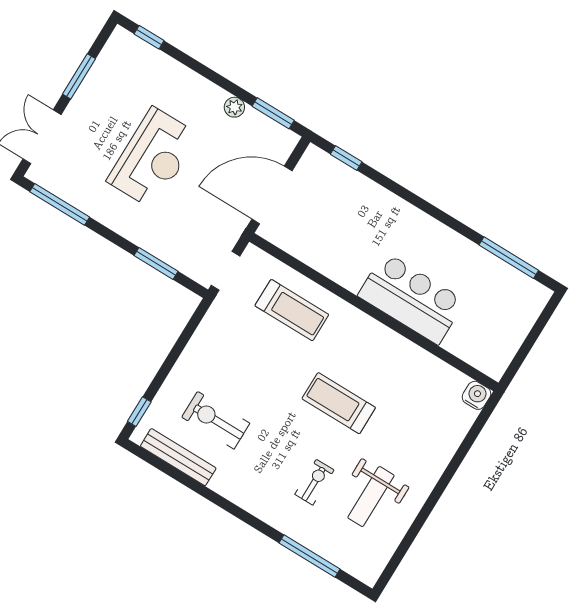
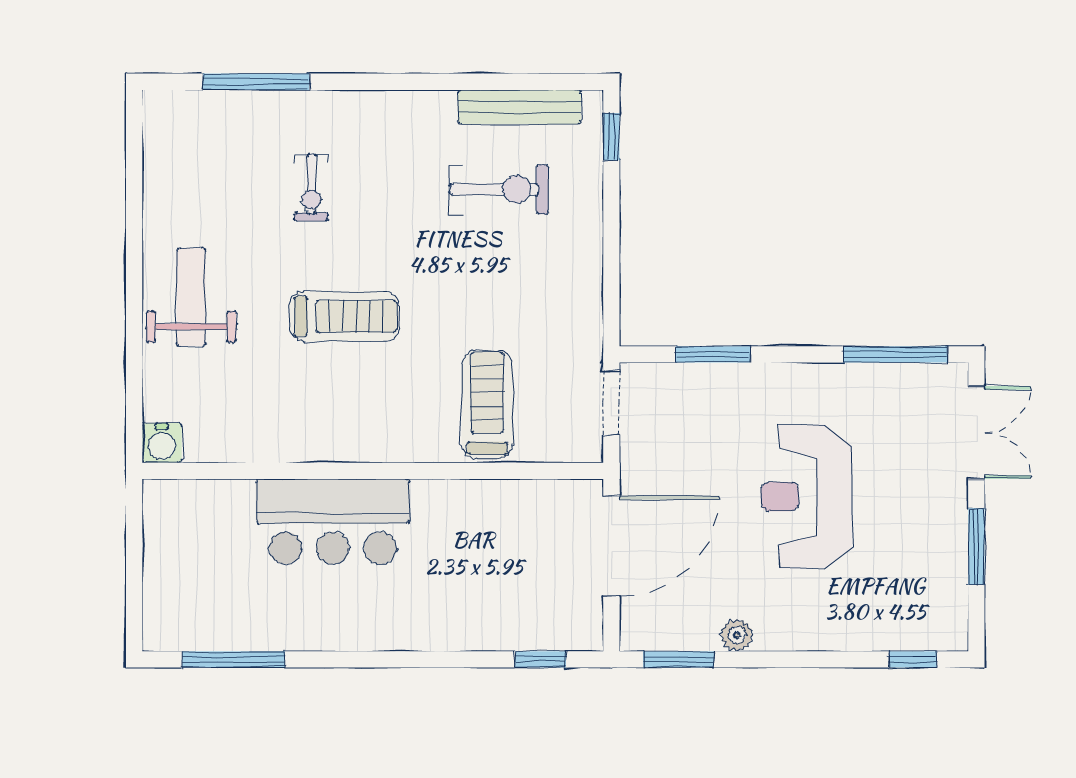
treadmill: (292, 310) -> (487, 405), turned 90
weight bench: (371, 497) -> (191, 297), moved

